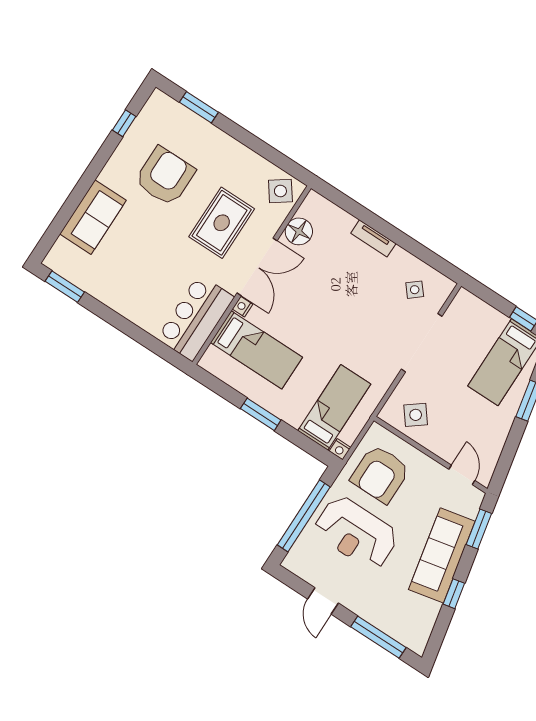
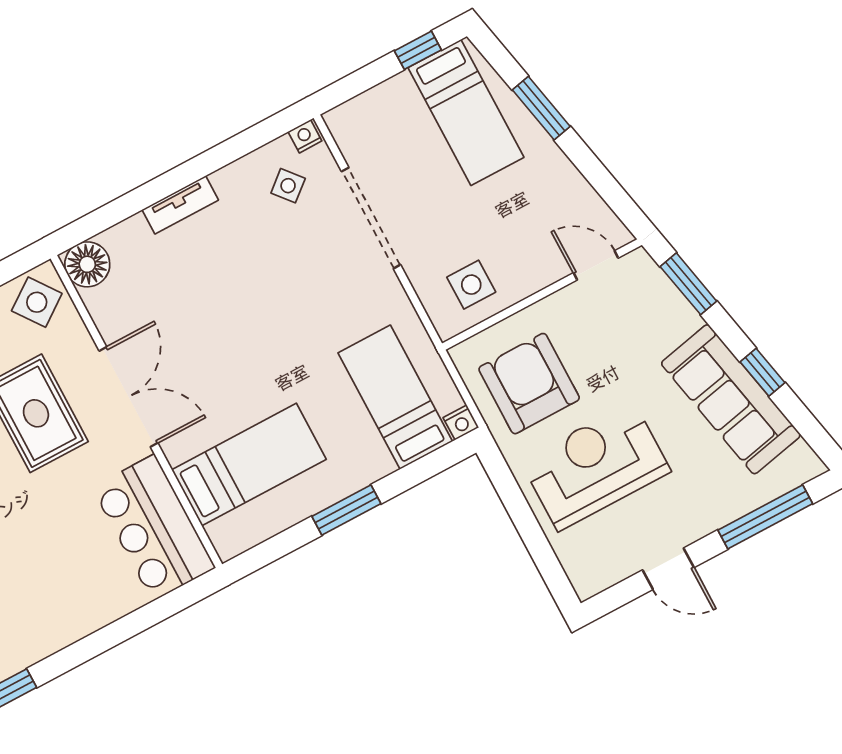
floor lamp: (299, 231) -> (87, 264), moved
nightstand: (242, 307) -> (305, 136), moved, turned 90
side table: (416, 415) -> (471, 285), turned 38
armchair: (380, 474) -> (529, 384), turned 180
window: (304, 516) -> (529, 529), removed
reception desk: (356, 533) -> (596, 466), turned 180
sofa: (442, 555) -> (731, 399), moved

